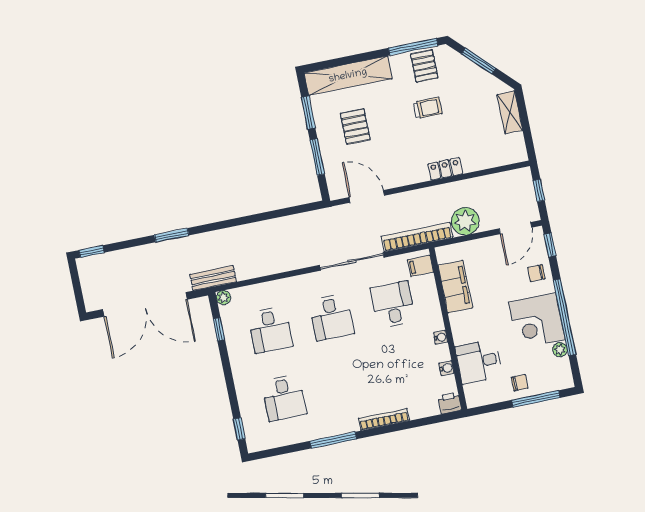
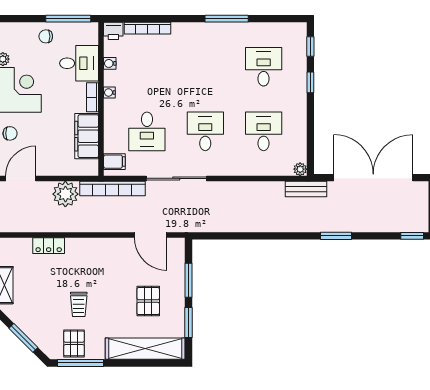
trolley: (428, 108) -> (79, 304), turned -90
locker: (445, 169) -> (49, 246), moved
window: (219, 329) -> (310, 82), moved
bookcase: (457, 329) -> (93, 97), added
window: (536, 399) -> (68, 19), moved
bookcase: (384, 419) -> (148, 28), moved

